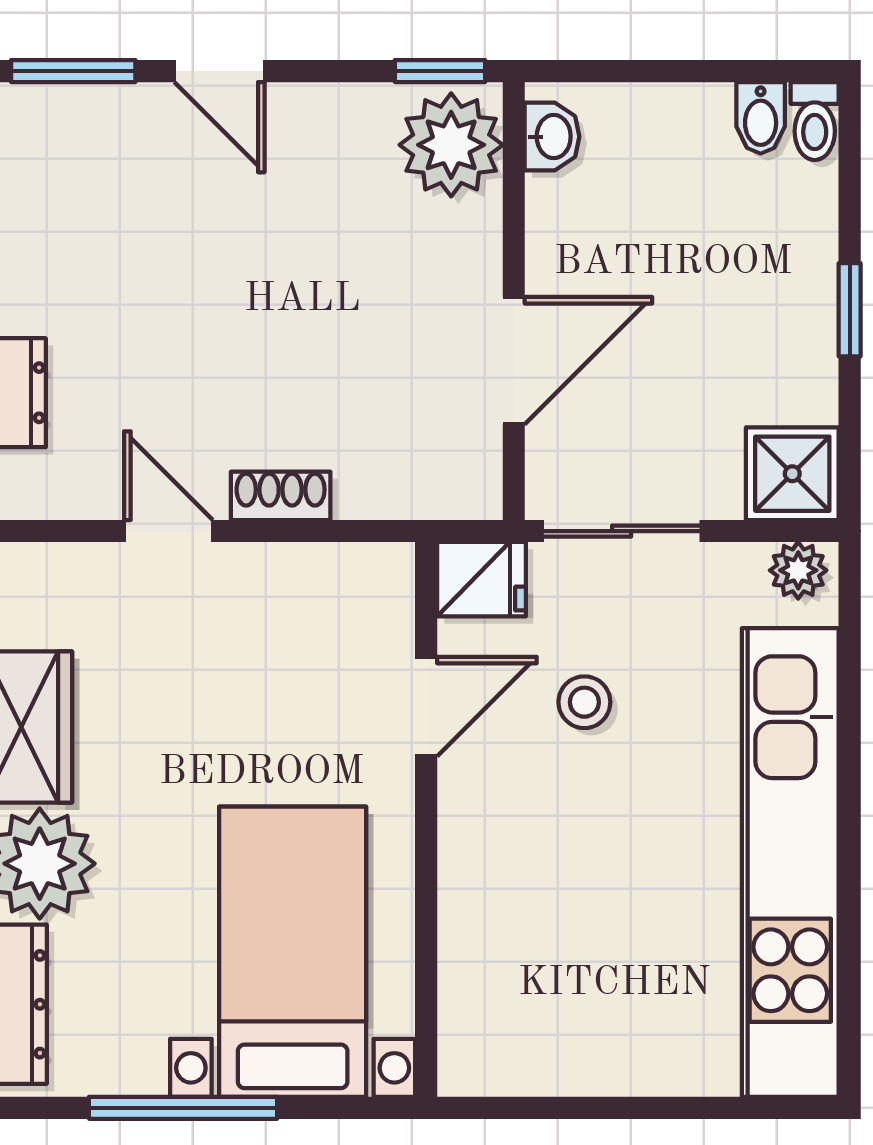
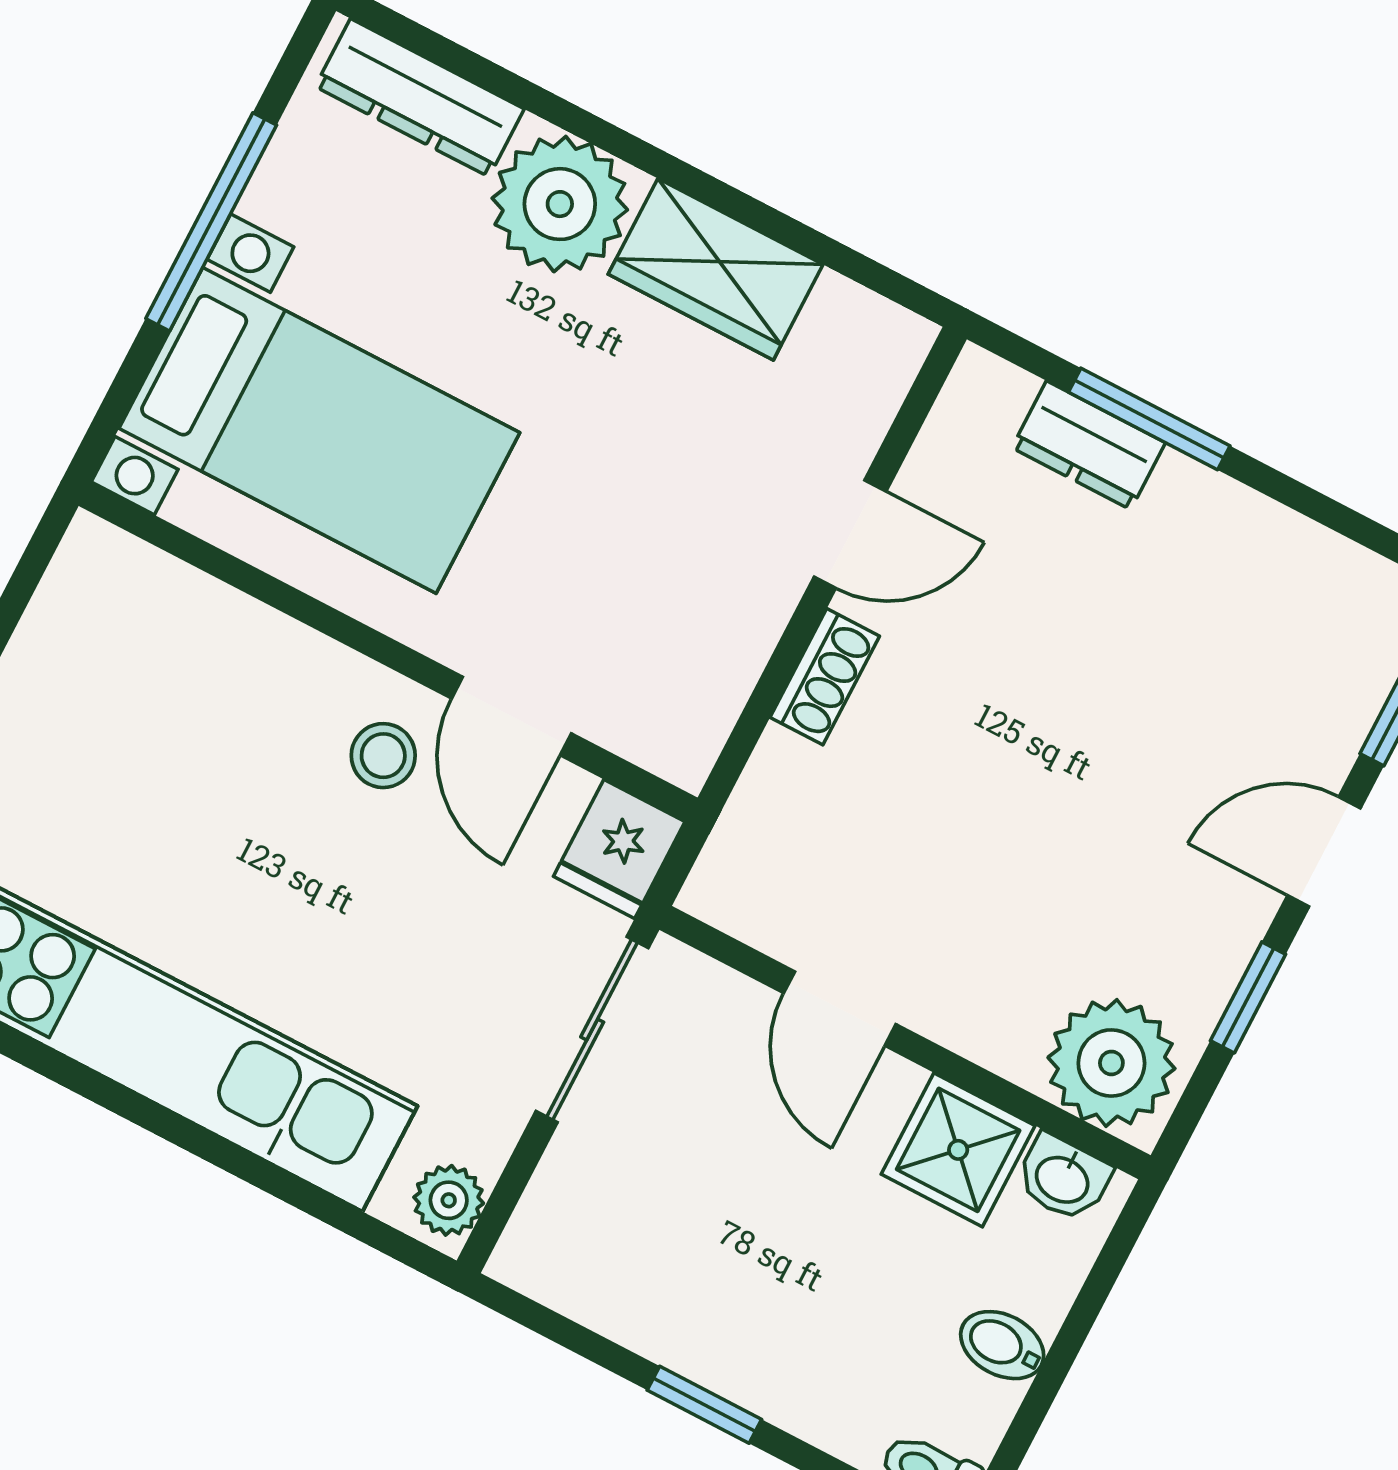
window: (440, 71) -> (1248, 997), moved
bidet: (761, 118) -> (1002, 1345), moved
door: (514, 361) -> (840, 1009), width x0.73
shower: (792, 474) -> (958, 1150), moved
stool: (584, 702) -> (383, 756), moved

